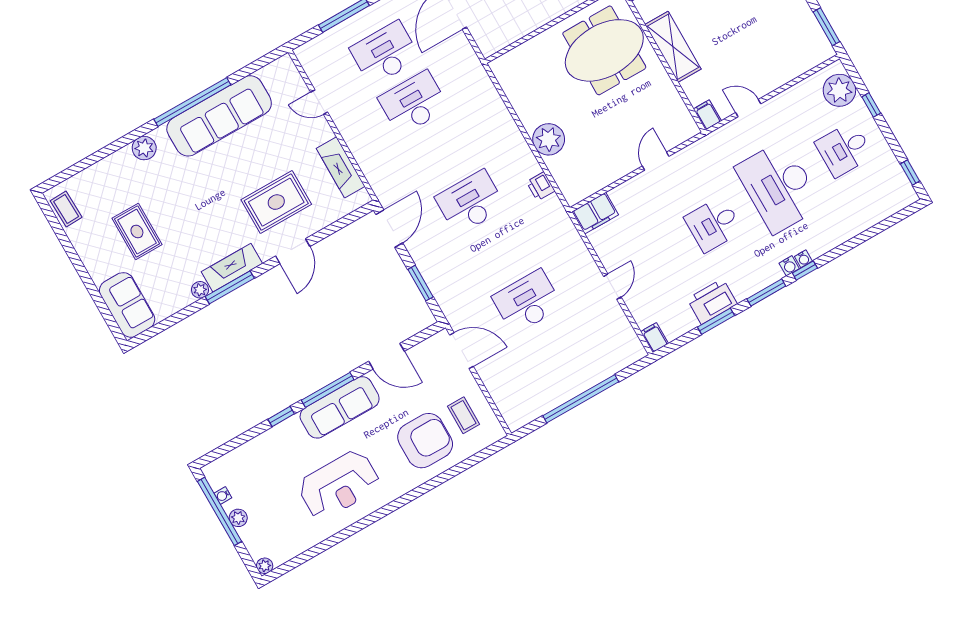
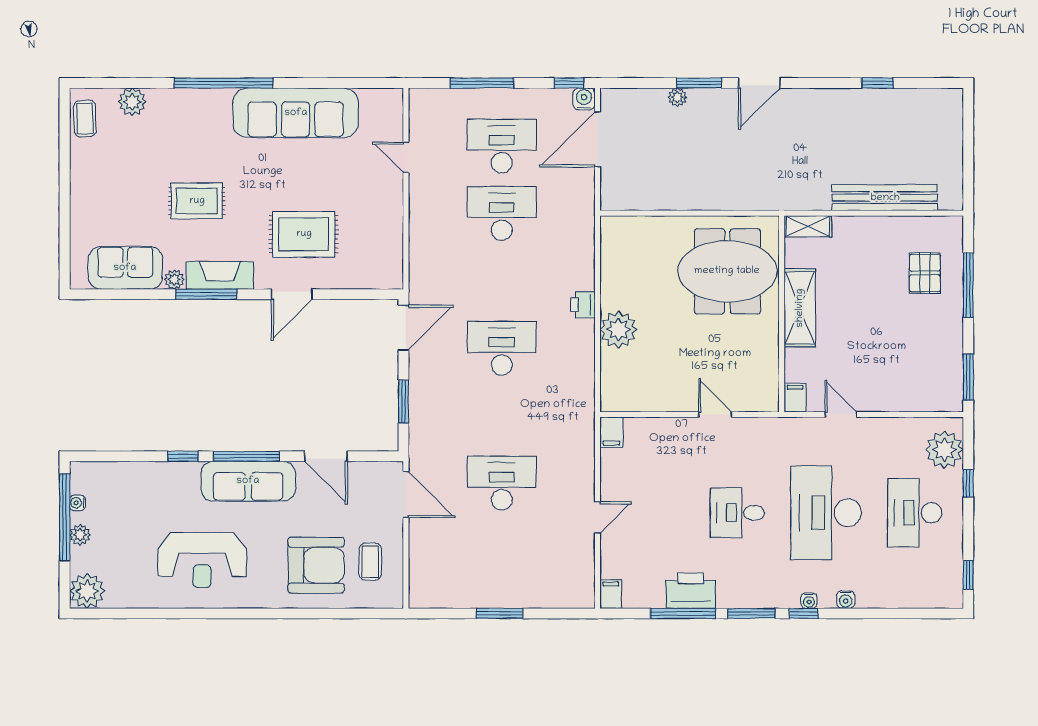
window: (192, 102) -> (224, 83), moved
plant: (144, 148) -> (132, 102), moved
desk: (844, 149) -> (915, 513), width x1.37
door: (656, 161) -> (715, 415), hinge flipped
fireplace: (341, 167) -> (390, 237), removed
printer: (541, 186) -> (583, 305), moved
filing cabinet: (595, 213) -> (611, 432), width x0.50
rug: (137, 231) -> (197, 201), moved, turned 90
water cooler: (789, 266) -> (846, 600), moved
sofa: (127, 305) -> (125, 268), moved, turned -90
window: (716, 321) -> (683, 613), width x1.44
window: (581, 399) -> (500, 613), width x0.47
plant: (265, 566) -> (87, 591), width x1.88, depth x1.88

